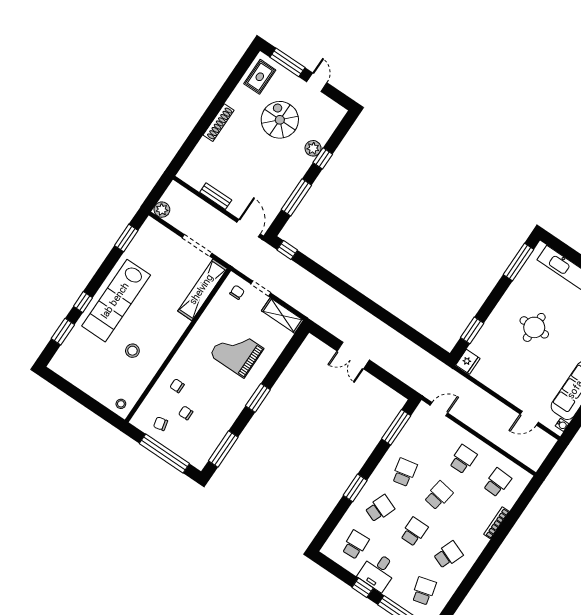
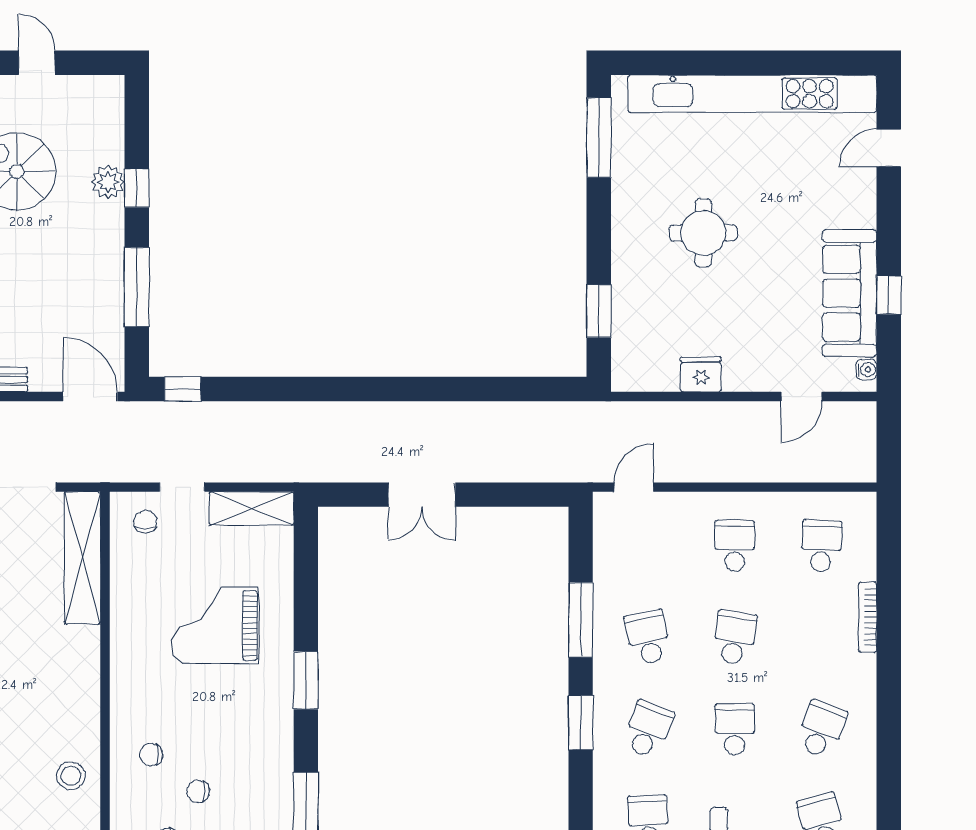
stool: (132, 351) -> (71, 776), moved
fridge: (468, 362) -> (701, 374), moved, turned -90
window: (396, 427) -> (581, 620), moved

